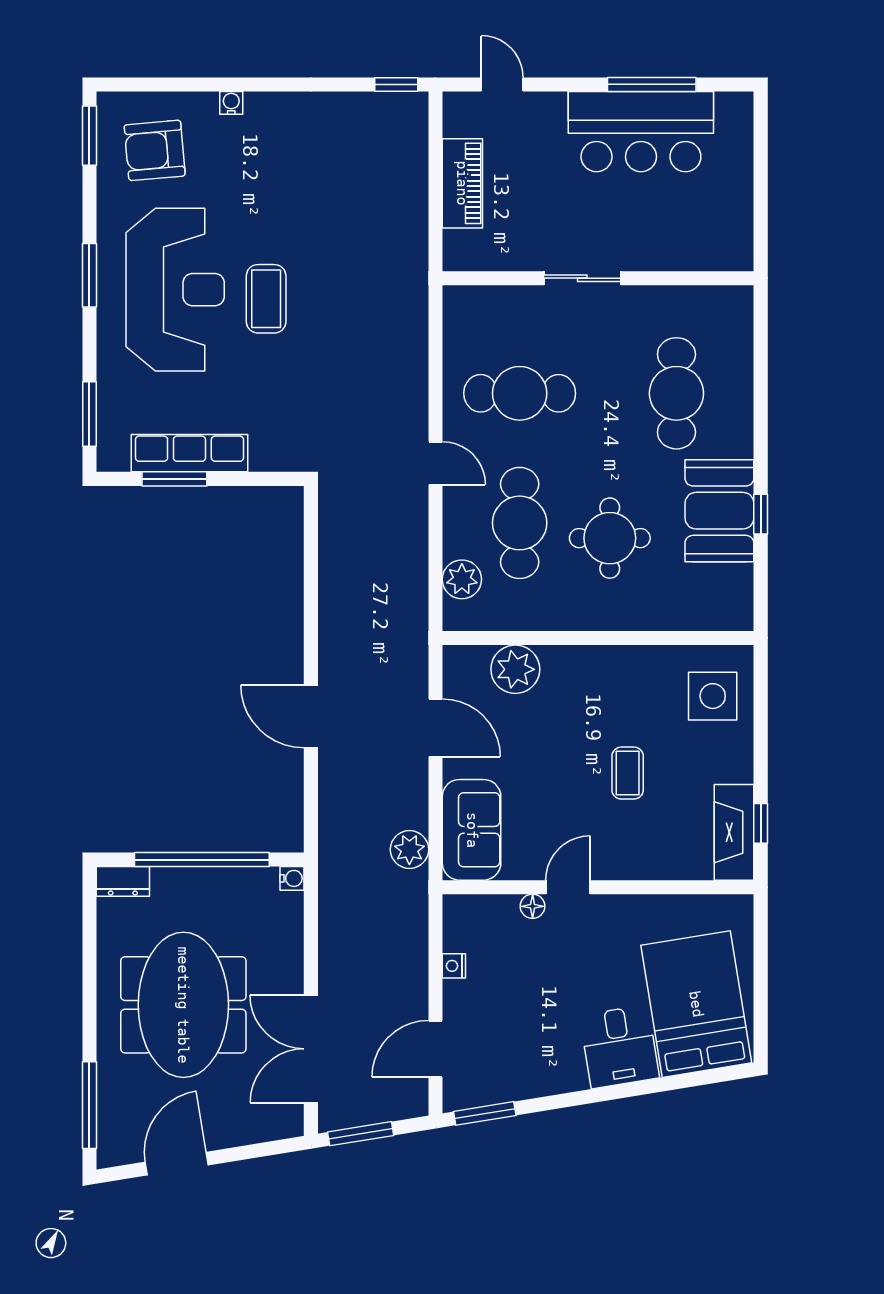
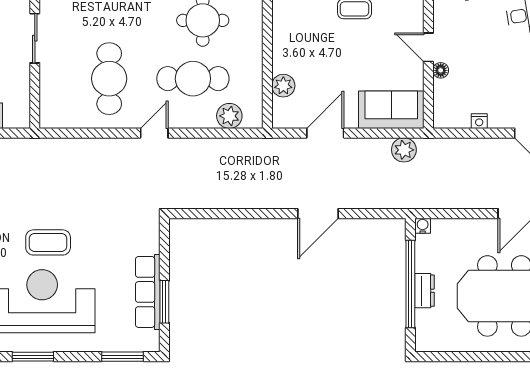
plant: (515, 669) -> (283, 86), width x0.73, depth x0.73
dresser: (123, 881) -> (425, 291), moved

